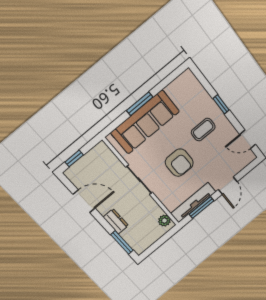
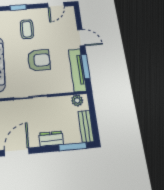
bench: (147, 242) -> (86, 126), added

